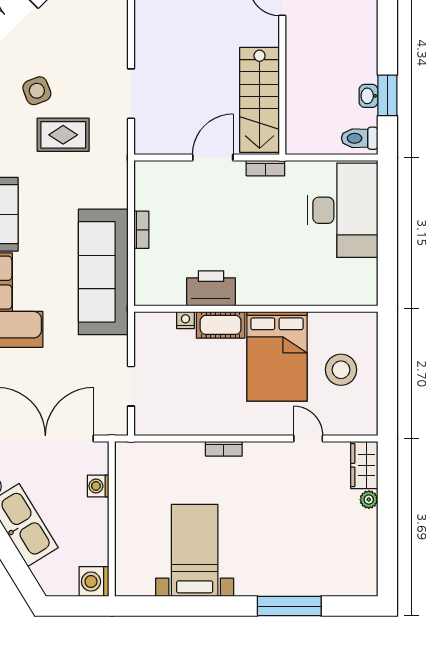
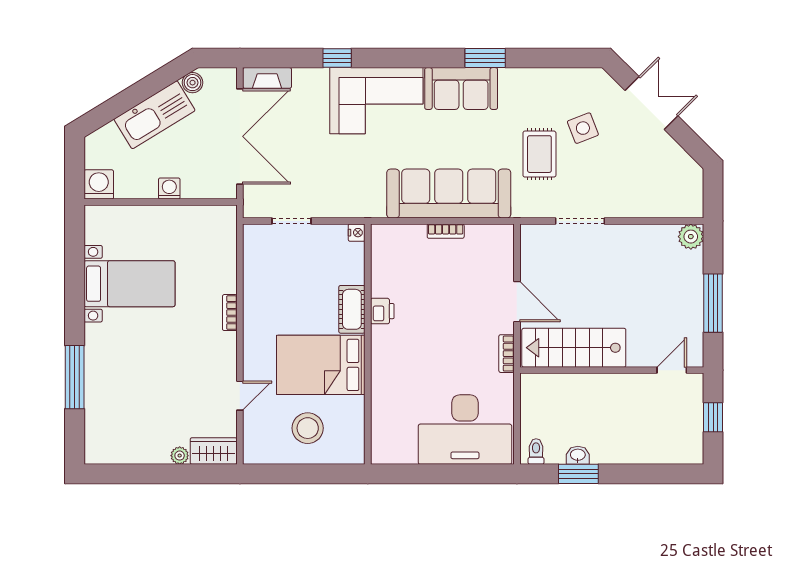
toilet: (360, 138) -> (536, 451), width x0.73, depth x0.72
sofa: (103, 272) -> (449, 194), moved
printer: (211, 288) -> (382, 311), width x0.53, depth x0.68
nightstand: (185, 320) -> (357, 233), moved
washing machine: (98, 486) -> (169, 188), moved

